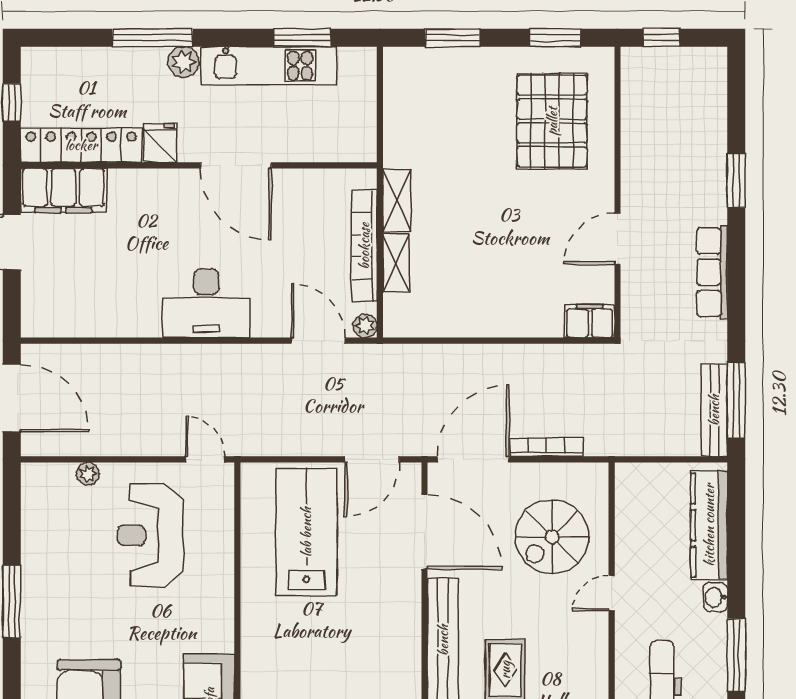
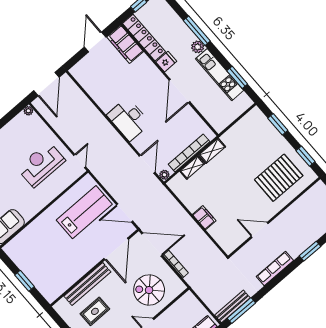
filing cabinet: (590, 321) -> (204, 218), moved
plant: (88, 474) -> (28, 111), moved

